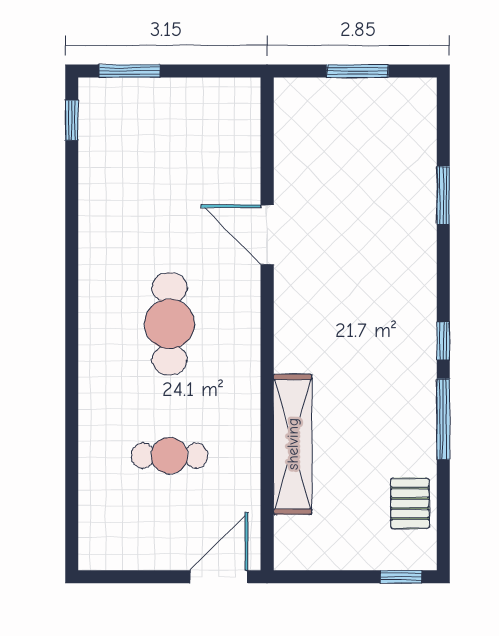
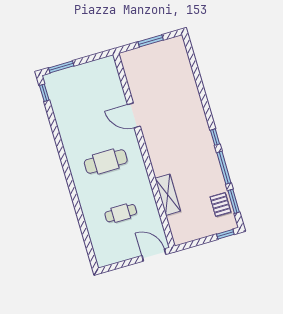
window: (443, 195) -> (234, 201), moved
cafe table: (169, 324) -> (106, 162), turned 90
shelving: (293, 444) -> (168, 195), width x0.68
door: (219, 577) -> (154, 255), hinge flipped

